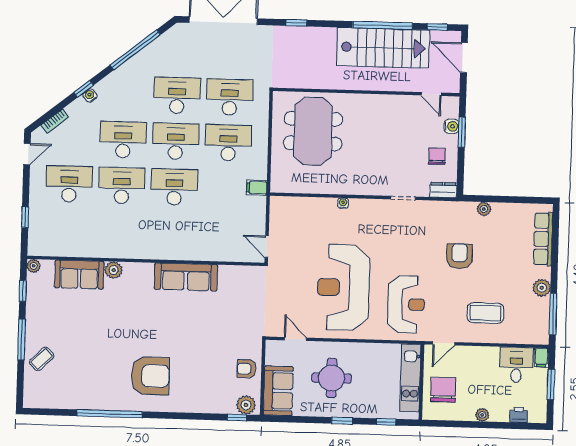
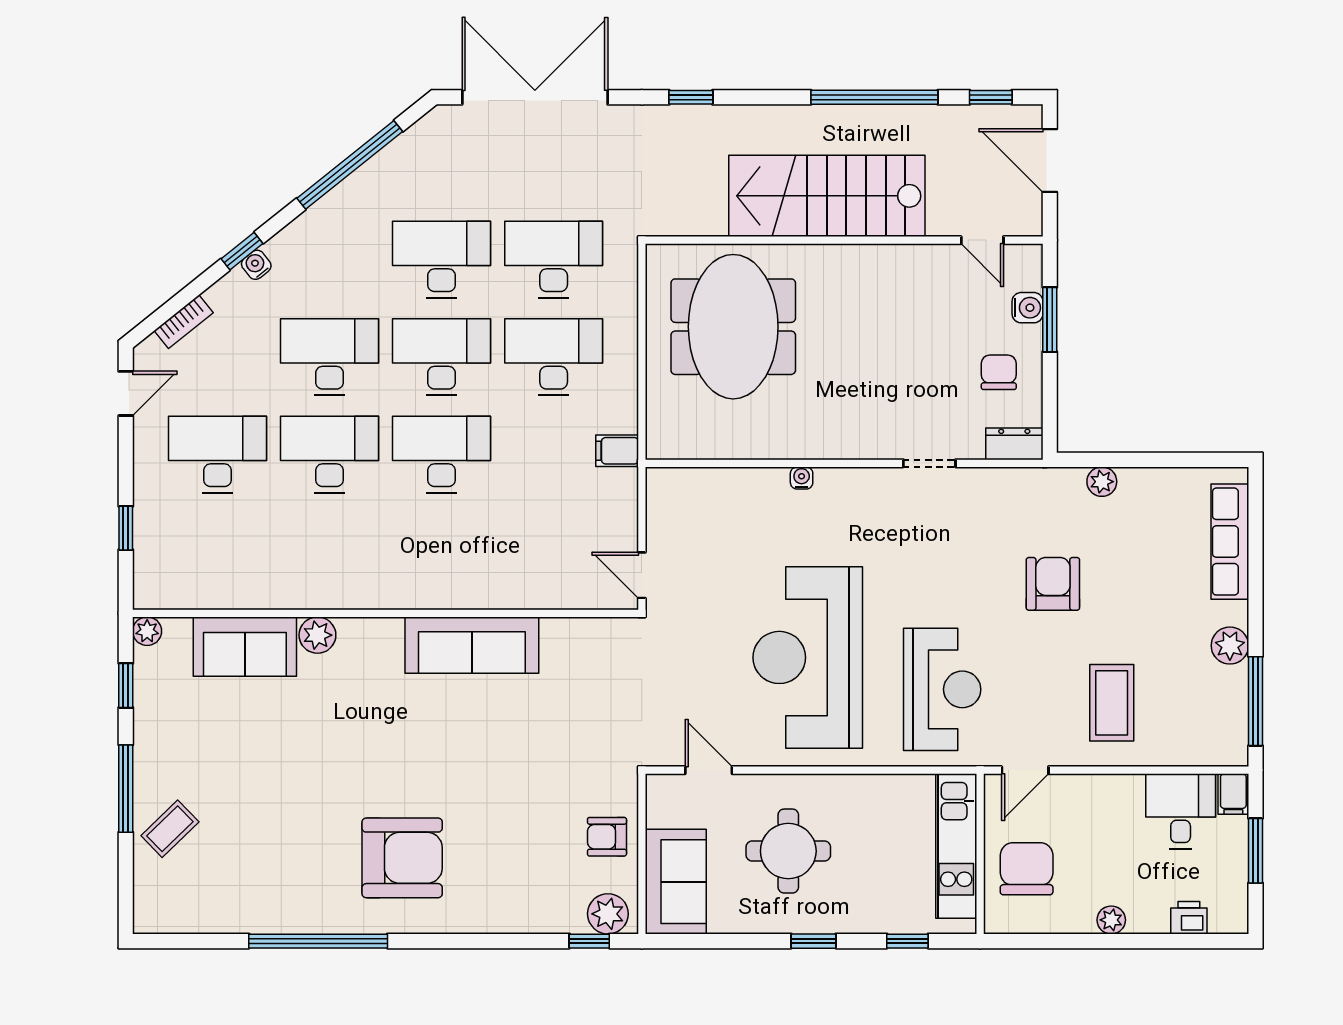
stairs: (383, 48) -> (827, 196), moved, turned 180
coffee table: (485, 313) -> (1112, 703), turned 90

